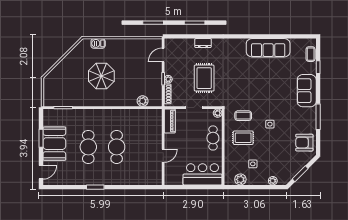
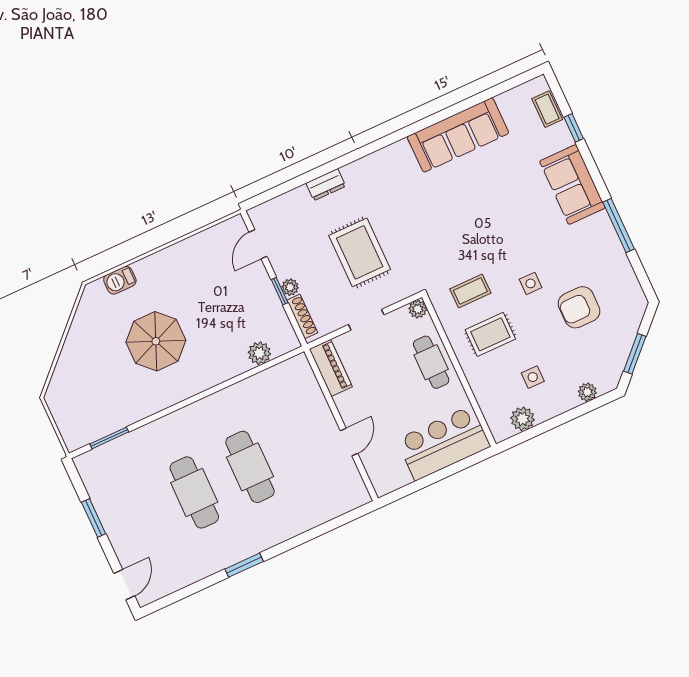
armchair: (304, 143) -> (579, 307), moved
booth: (54, 144) -> (125, 516), removed

